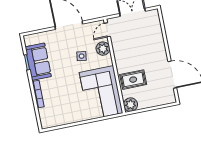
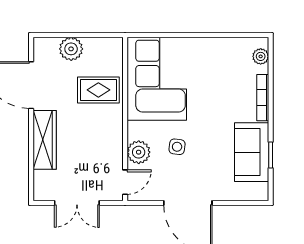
wardrobe: (158, 45) -> (45, 140), added
plant: (131, 105) -> (71, 49), moved
plant: (44, 118) -> (261, 56), added

